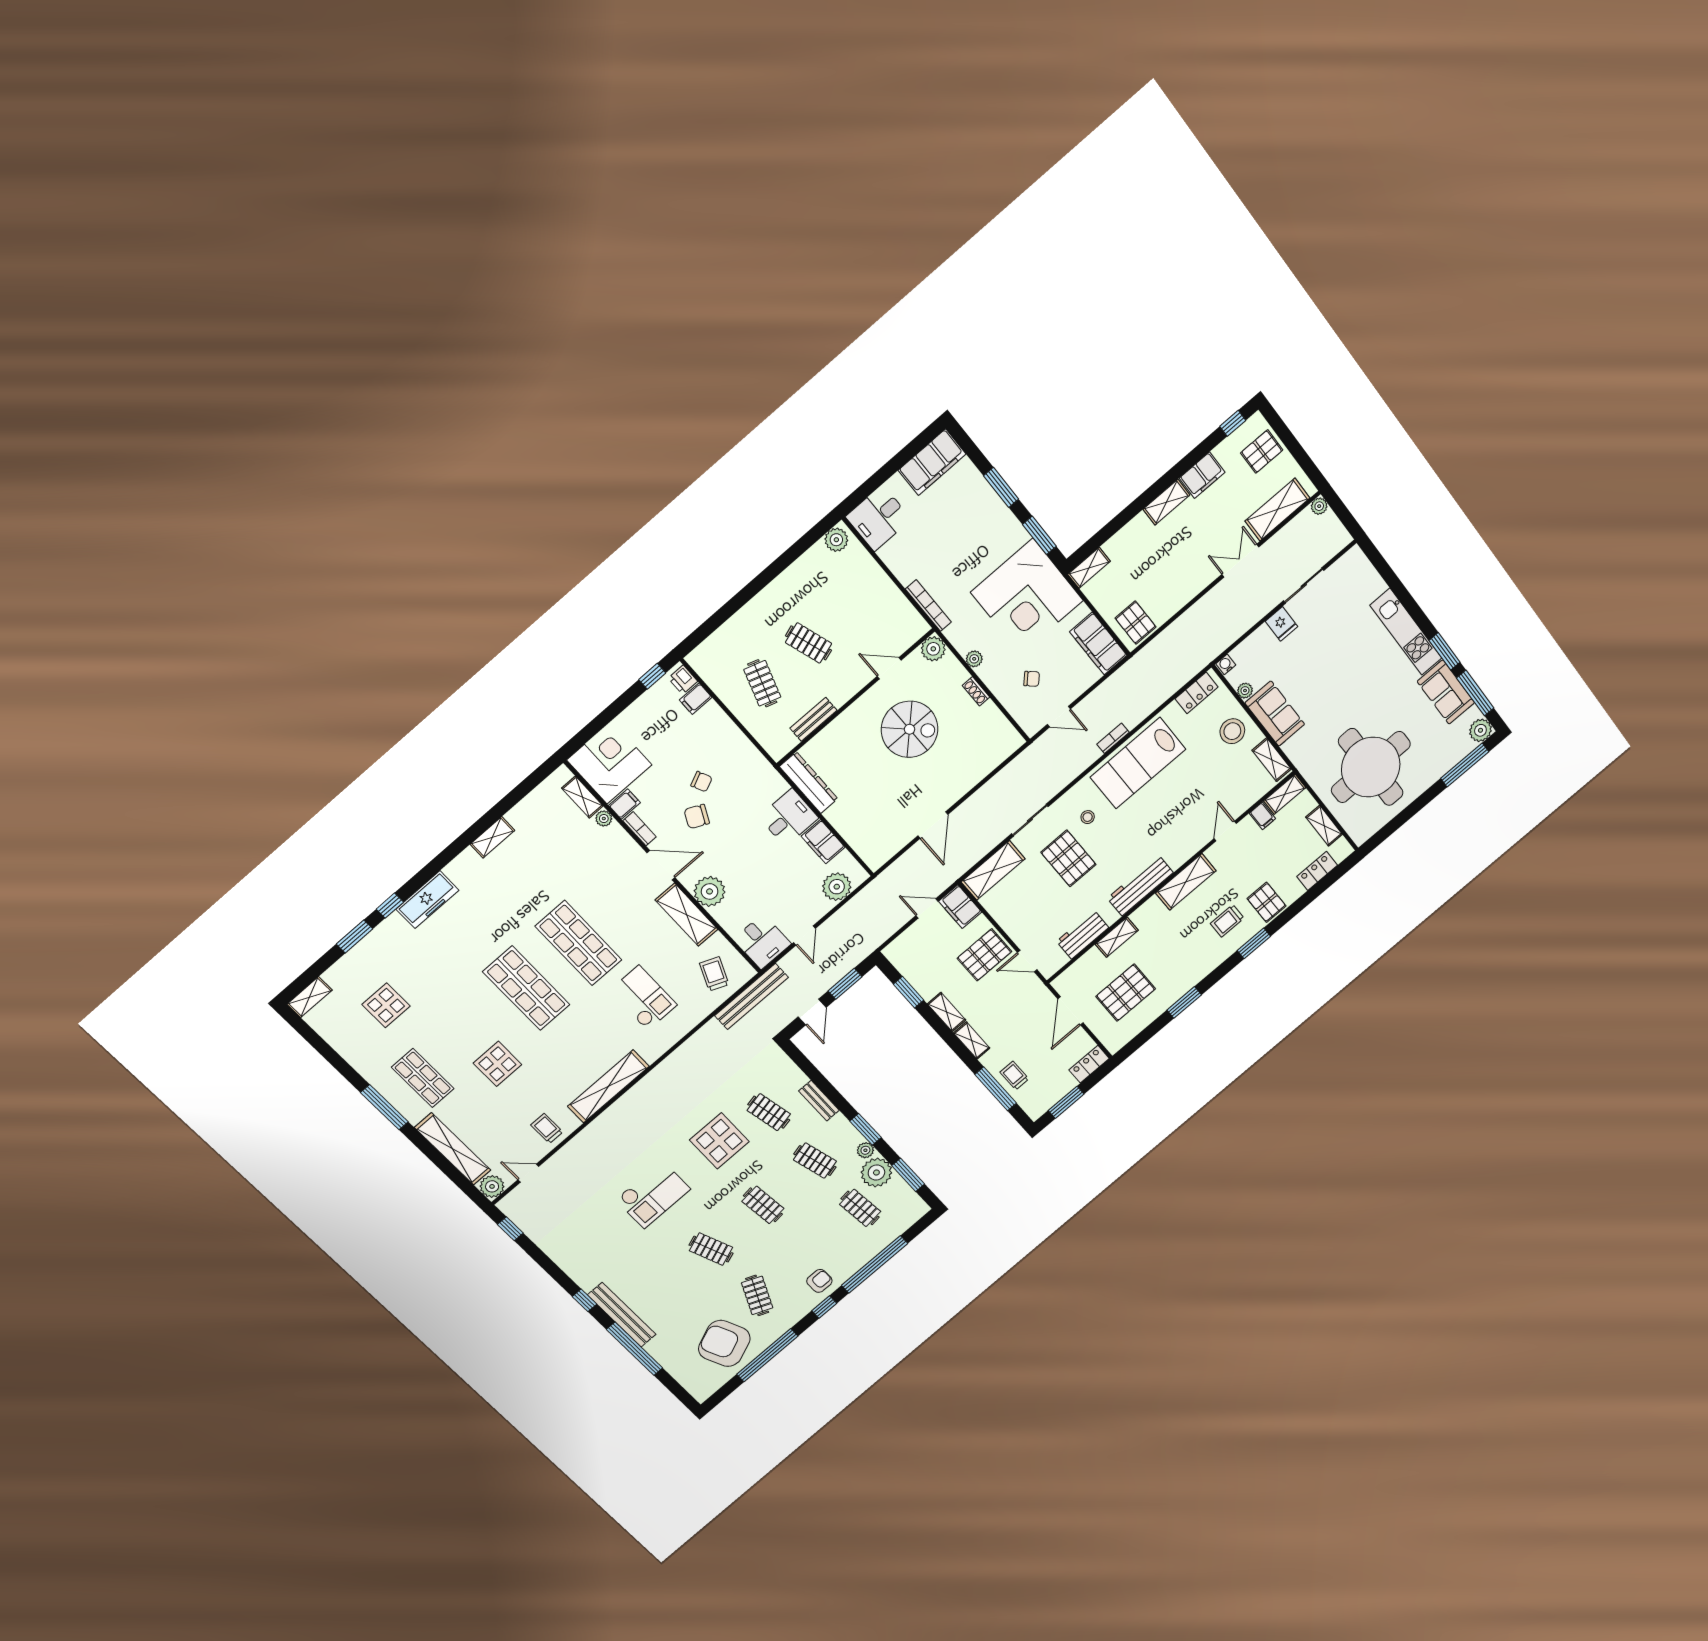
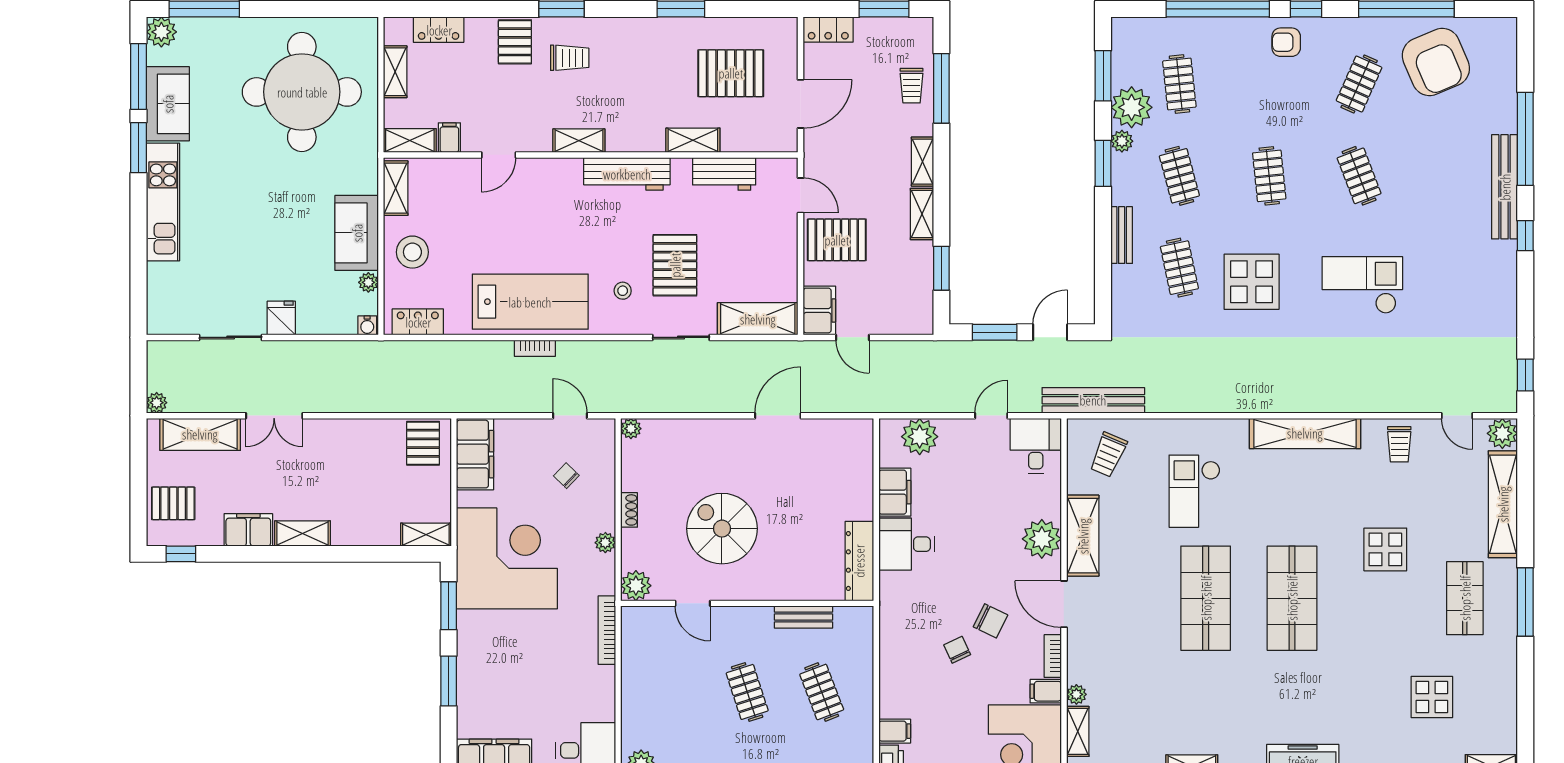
clothes rail: (762, 683) -> (822, 692), turned -39
plant: (1015, 741) -> (631, 429), added
shelving: (1186, 882) -> (579, 141), width x0.67, depth x0.75

